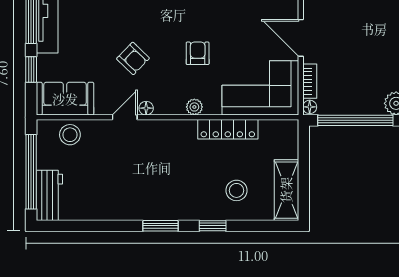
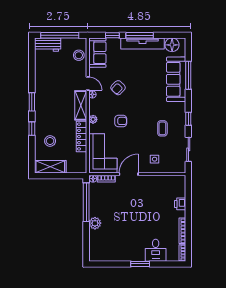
shelving: (167, 131) -> (81, 105), added

